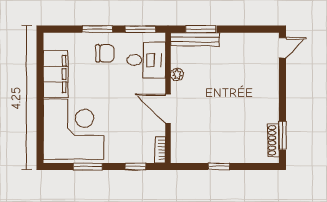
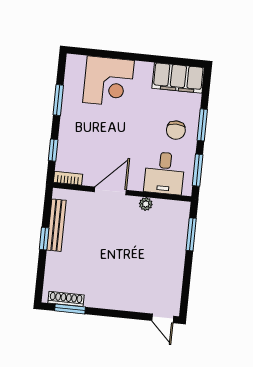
bench: (195, 39) -> (56, 225), moved
filing cabinet: (56, 74) -> (178, 78), moved
corner desk: (74, 129) -> (108, 81), width x0.74, depth x0.74

